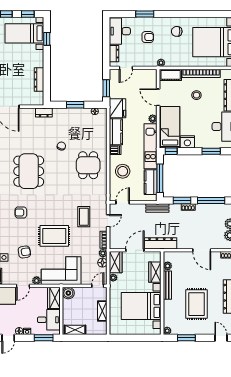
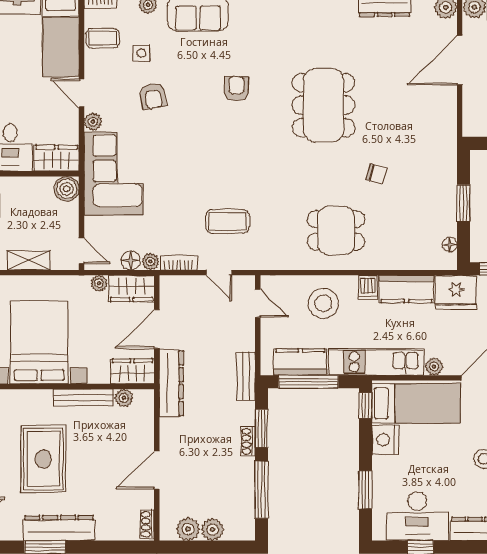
dresser: (44, 112) -> (447, 137), removed
dining table: (29, 171) -> (323, 105), turned 90
rug: (54, 236) -> (187, 159), removed
door: (135, 250) -> (157, 329), swing flipped
wardrobe: (155, 272) -> (132, 371), moved
rug: (197, 304) -> (43, 459), turned 90

